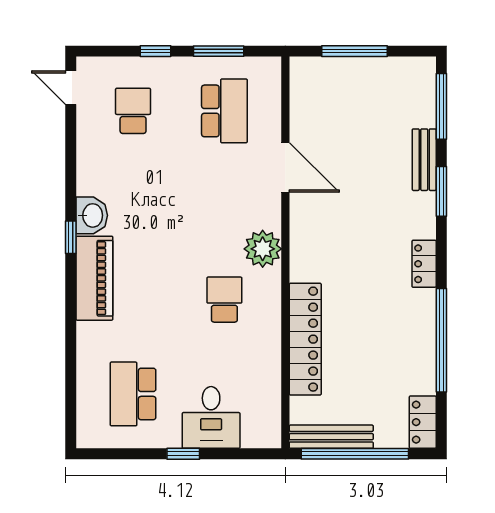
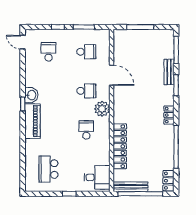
school desk: (224, 111) -> (86, 52), width x0.54
school desk: (224, 205) -> (86, 91), added
desk: (211, 417) -> (97, 177), moved, turned -90

